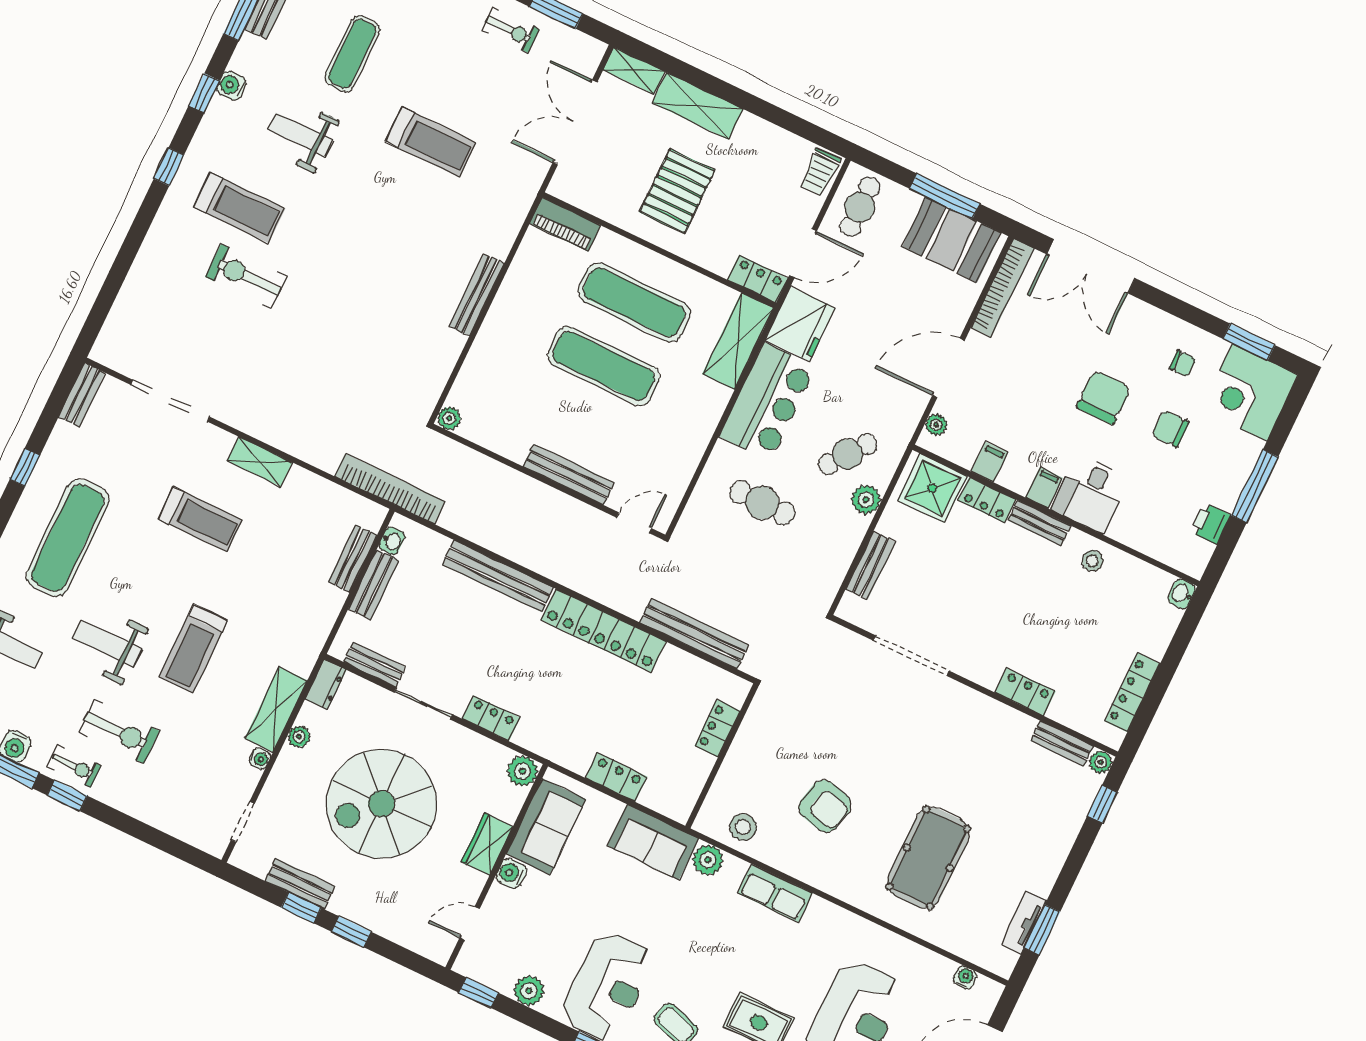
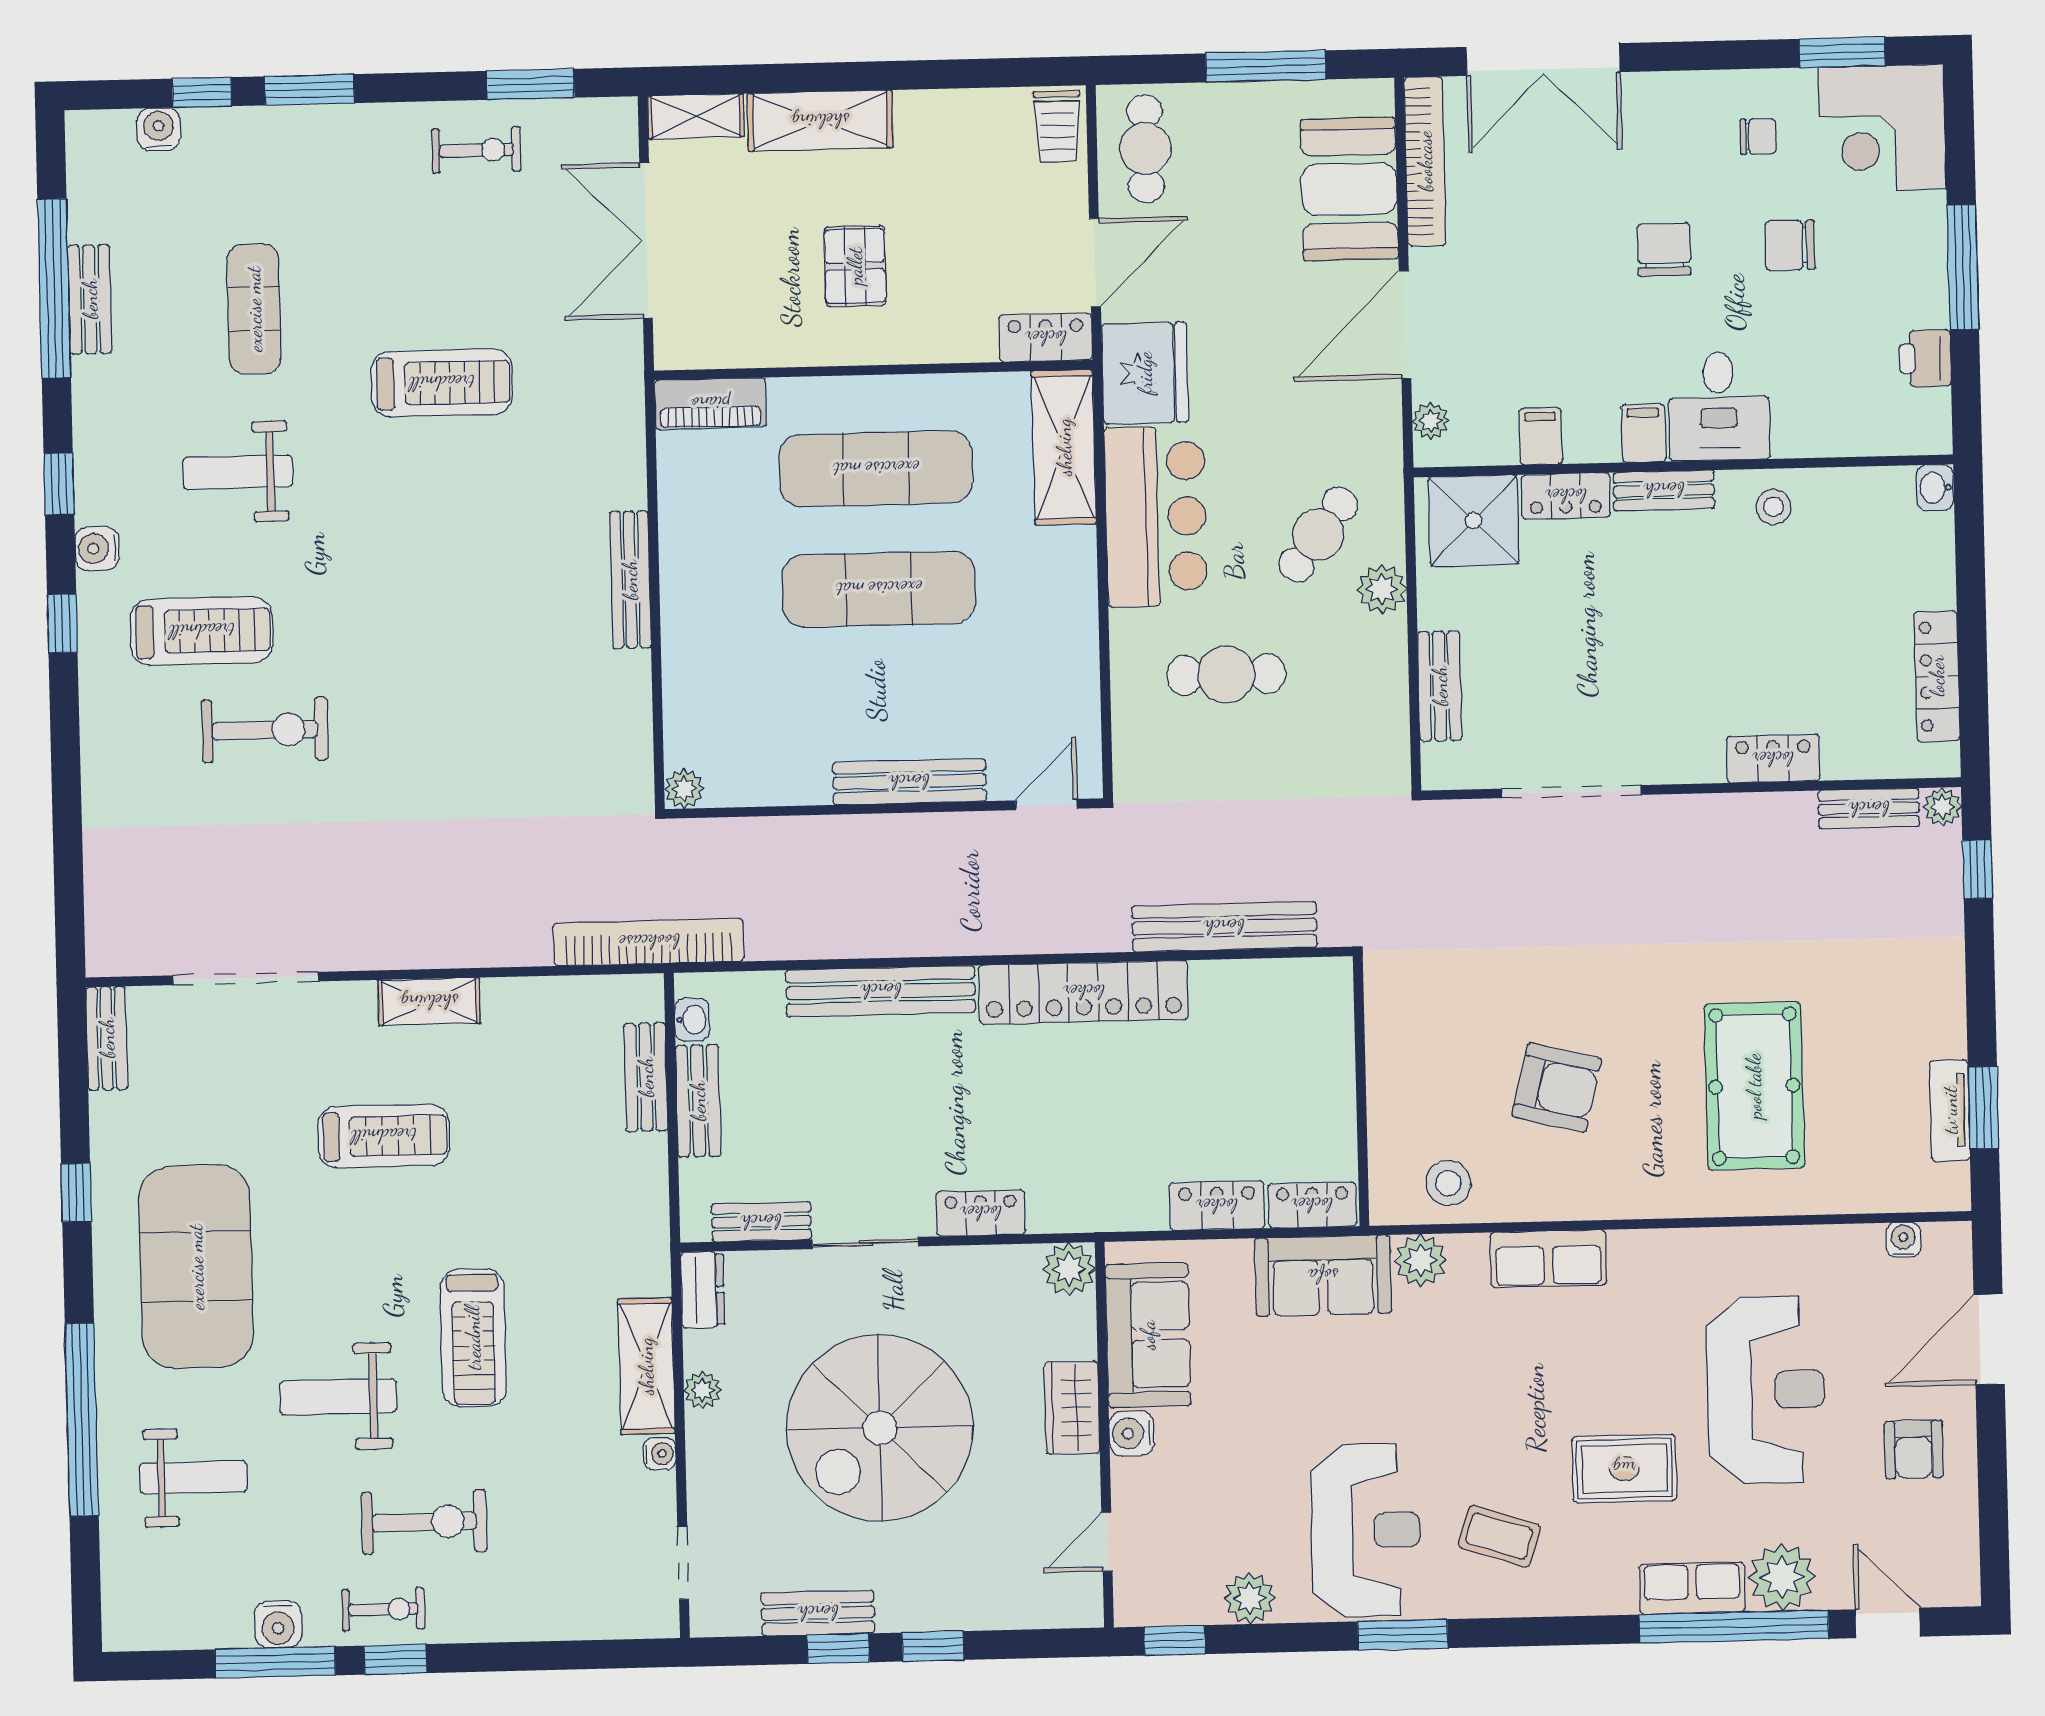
water cooler: (231, 86) -> (97, 549), moved
pallet: (677, 191) -> (855, 266), width x0.67, depth x0.71
booth: (952, 240) -> (1349, 189), moved, turned 90
exercise bike: (246, 276) -> (265, 730), turned 180
chair: (1104, 397) -> (1664, 249), width x0.73, depth x0.73
exercise mat: (68, 538) -> (196, 1267), width x1.47
locker: (717, 728) -> (1312, 1205), moved, turned 90

